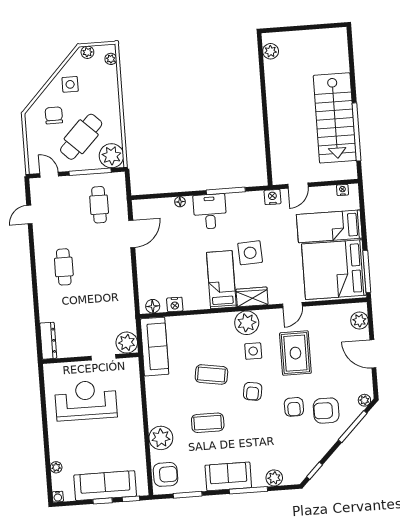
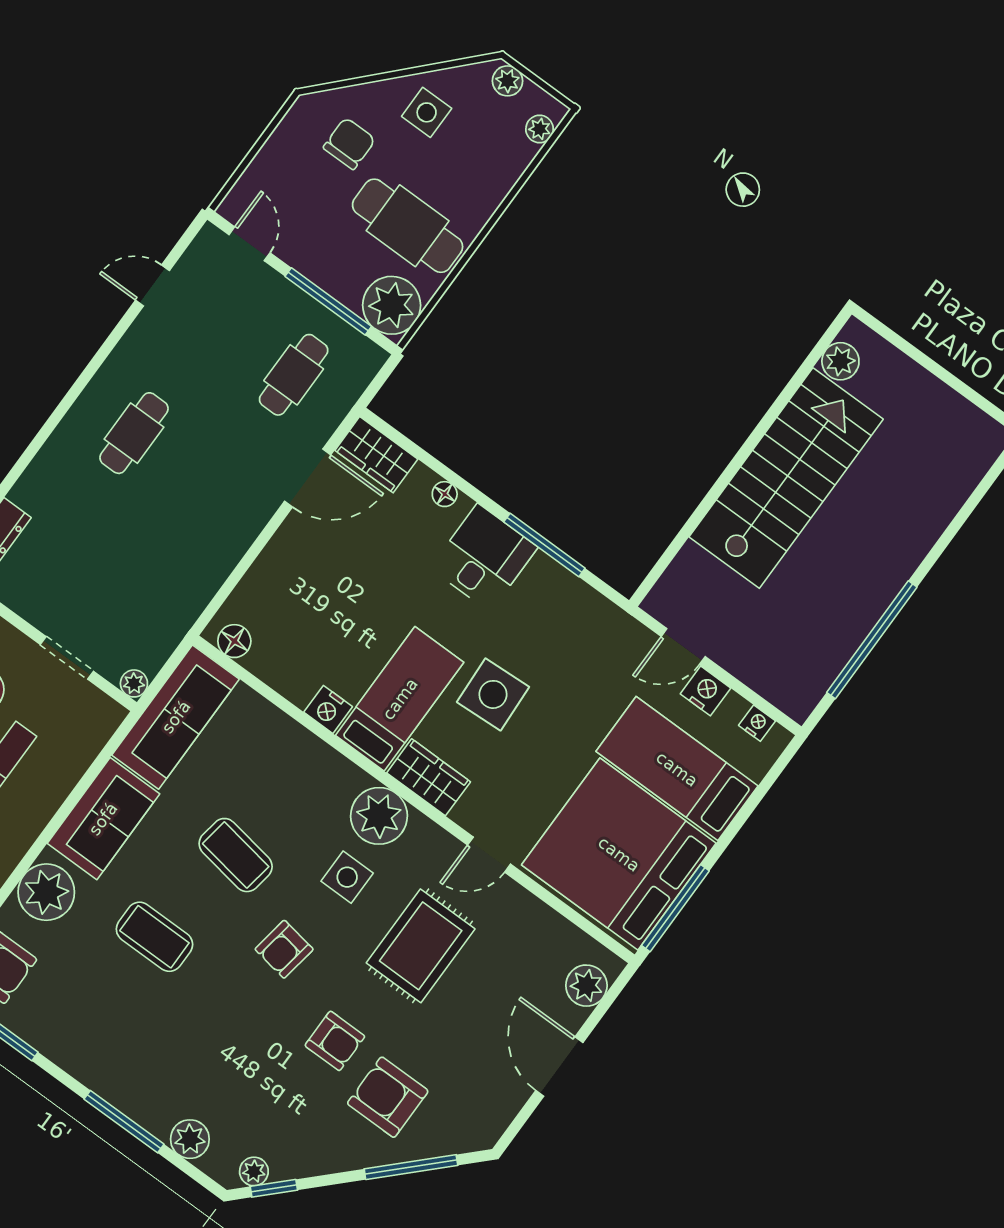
stairs: (335, 118) -> (786, 478), moved, turned 180
cafe table: (81, 137) -> (408, 226), moved, turned 46
nightstand: (272, 197) -> (706, 691), moved
wardrobe: (147, 208) -> (376, 455), added
nightstand: (175, 304) -> (328, 709), moved
plant: (127, 343) -> (134, 683), width x0.53, depth x0.53
plant: (364, 400) -> (254, 1171), moved
armchair: (294, 407) -> (335, 1041), turned -90
sofa: (228, 476) -> (103, 819), moved, turned 90

